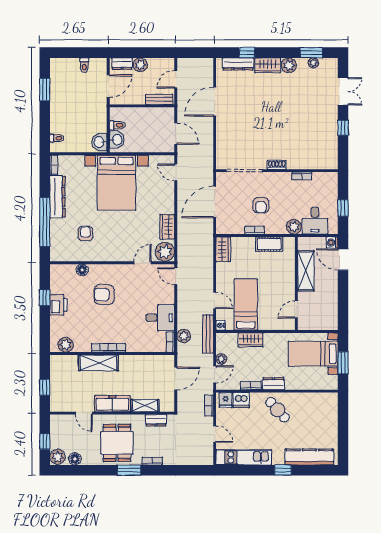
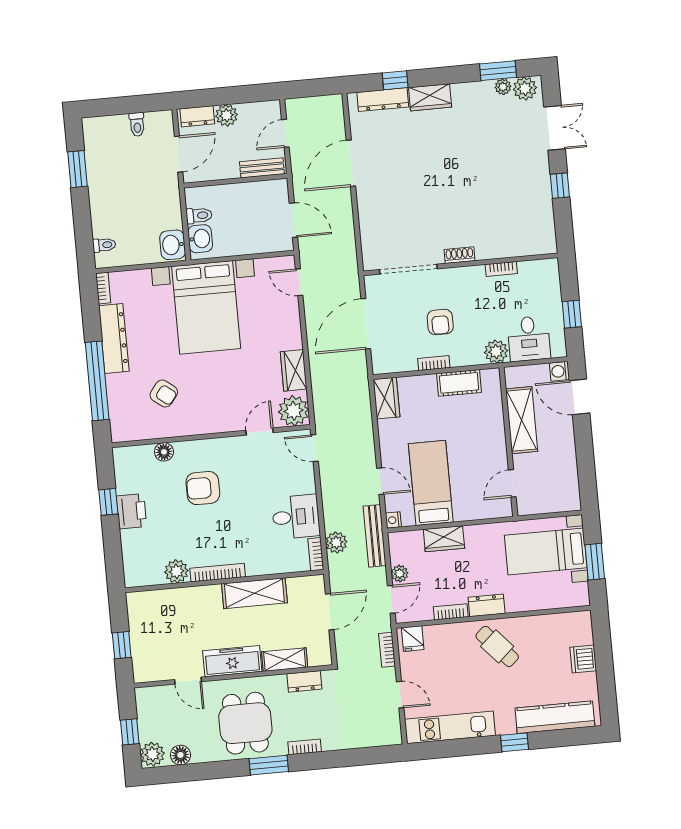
plant: (289, 65) -> (525, 88), moved
armchair: (85, 234) -> (164, 393), turned 128
plant: (66, 345) -> (176, 571), moved
shelving: (98, 363) -> (254, 593), moved
dishwasher: (241, 400) -> (583, 659), moved, turned 90

